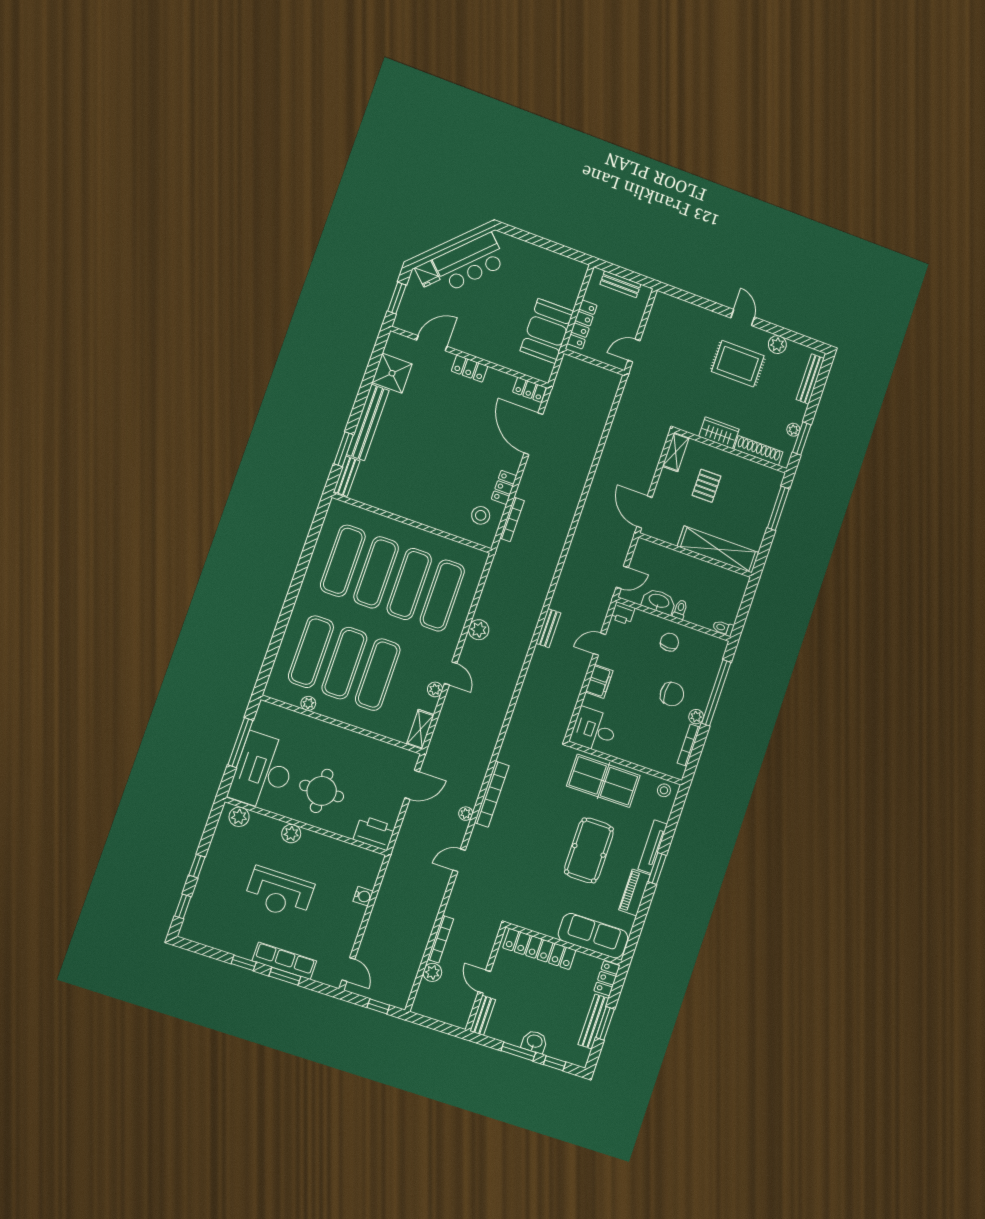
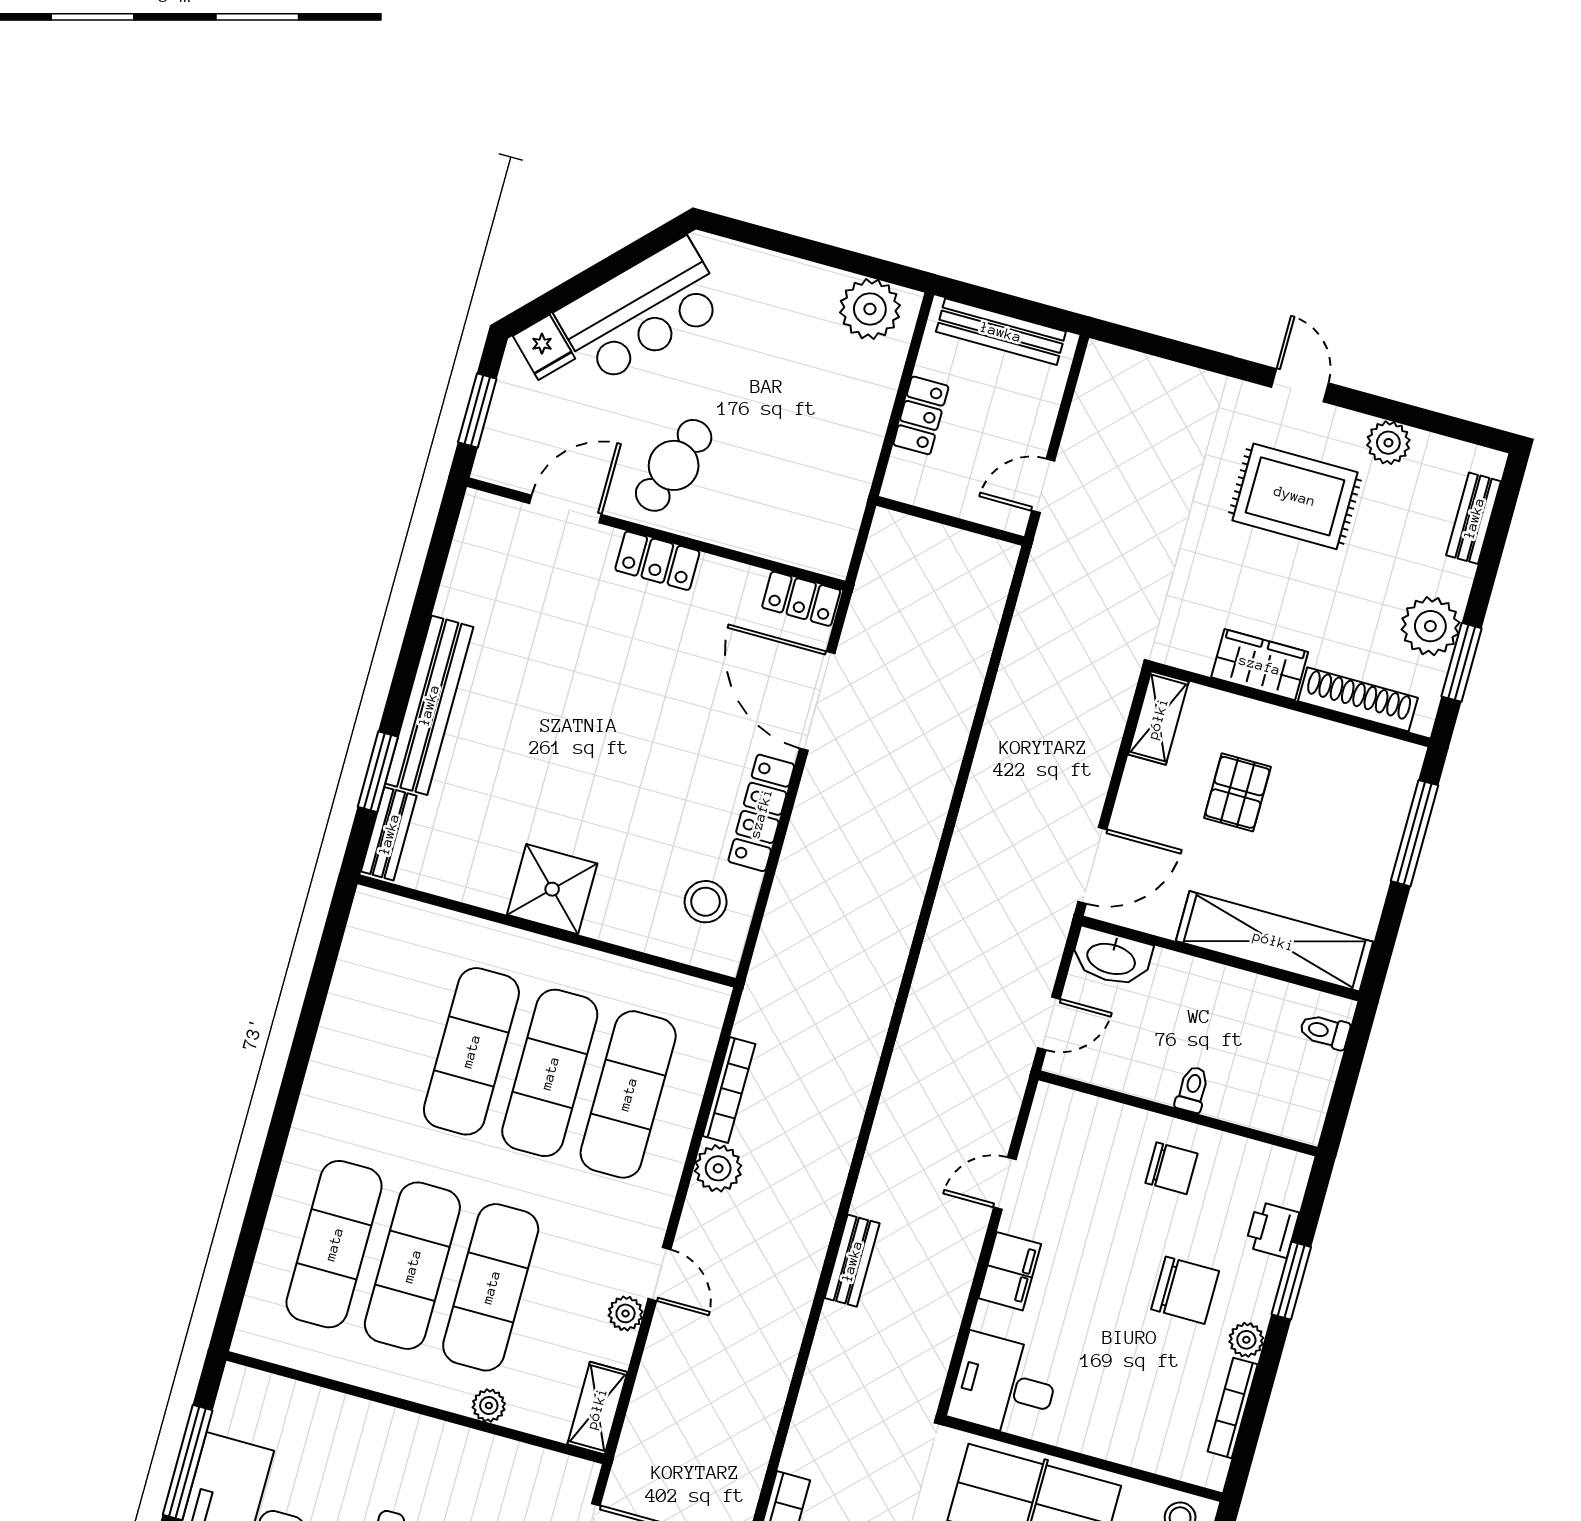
plant: (566, 270) -> (870, 309), added
bench: (620, 284) -> (1001, 332), width x1.36
locker: (582, 324) -> (921, 415), width x0.66
cafe table: (479, 329) -> (674, 465), added
booth: (547, 331) -> (833, 457), removed
shower: (392, 373) -> (552, 889), moved
bench: (810, 379) -> (1474, 518), width x0.73
plant: (793, 430) -> (1430, 626), width x1.88, depth x1.88
locker: (504, 487) -> (761, 813), width x1.53
door: (644, 512) -> (1092, 865), swing flipped
bookcase: (512, 519) -> (729, 1090), moved
exercise mat: (343, 561) -> (393, 1030), removed
washbasin: (659, 601) -> (1111, 958), moved, turned 180
printer: (623, 613) -> (1272, 1230), moved, turned 90
bench: (548, 628) -> (852, 1261), moved
toilet: (723, 628) -> (1325, 1031), moved
chair: (669, 642) -> (1171, 1168), turned 90
window: (716, 693) -> (1291, 1281), width x0.47
plant: (308, 703) -> (489, 1406), moved

